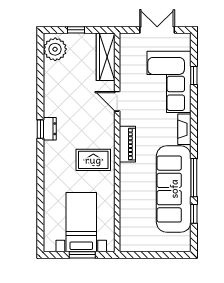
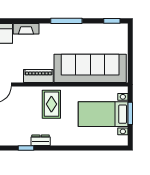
dresser: (50, 129) -> (41, 140), moved
sofa: (174, 189) -> (90, 68), moved, turned 180
window: (194, 214) -> (112, 21), moved

